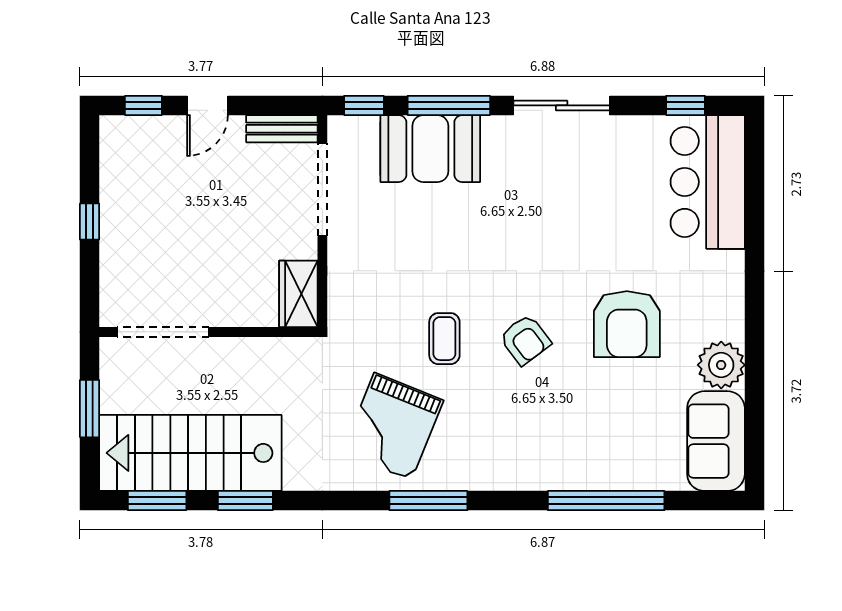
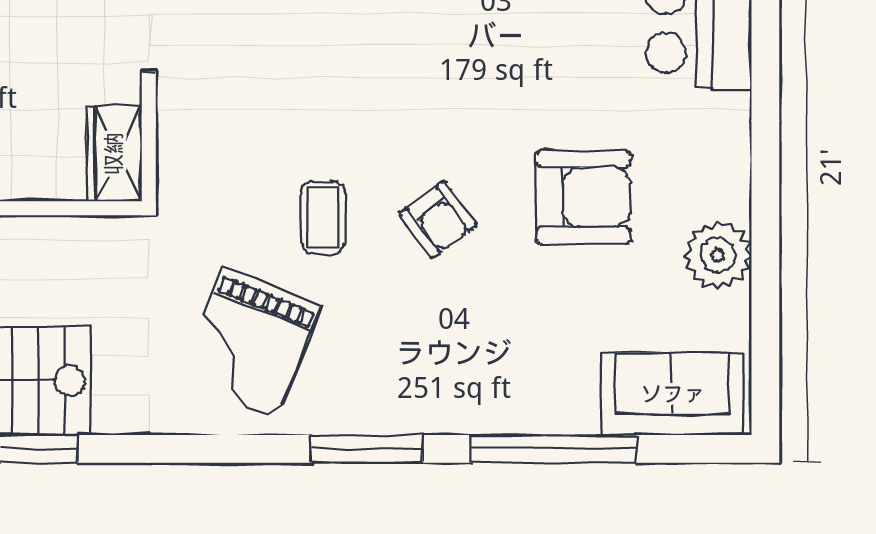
armchair: (627, 324) -> (583, 197), turned -90
sofa: (716, 441) -> (673, 394), moved, turned 90
window: (428, 501) -> (367, 449), moved

